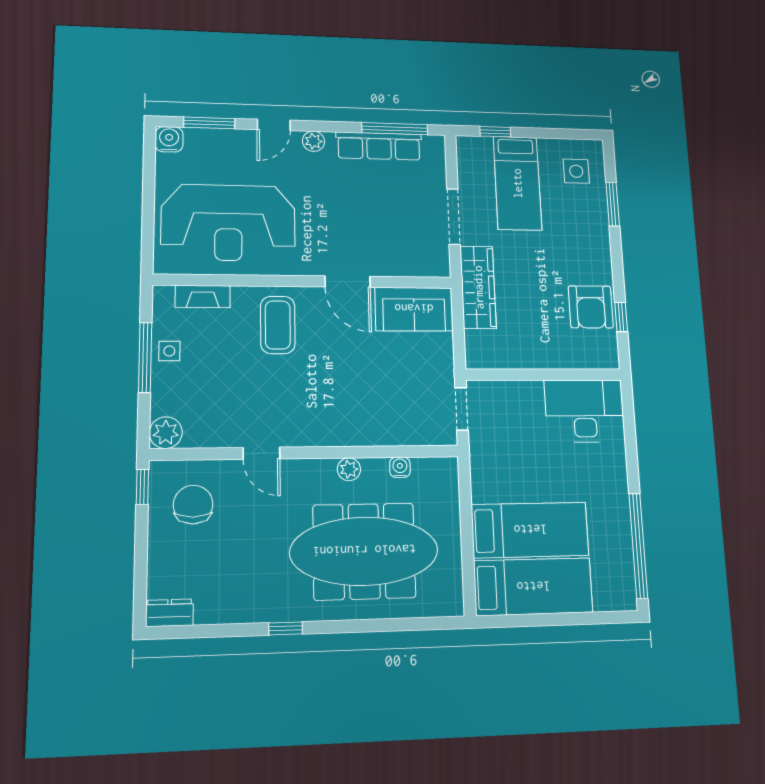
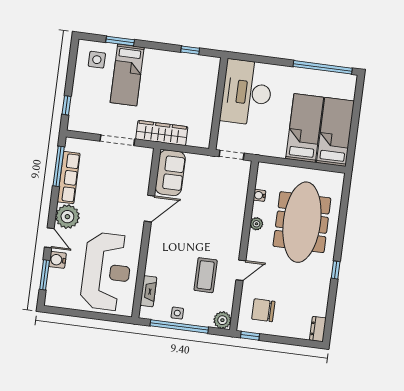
water cooler: (169, 139) -> (58, 260), moved
plant: (314, 141) -> (67, 217), width x1.87, depth x1.87
bed: (517, 183) -> (127, 75), moved, turned 90
armchair: (591, 307) -> (182, 67), removed
coffee table: (278, 325) -> (206, 275), moved, turned 90
window: (145, 357) -> (179, 327), width x1.46
desk: (585, 411) -> (247, 92), width x1.36, depth x1.30

